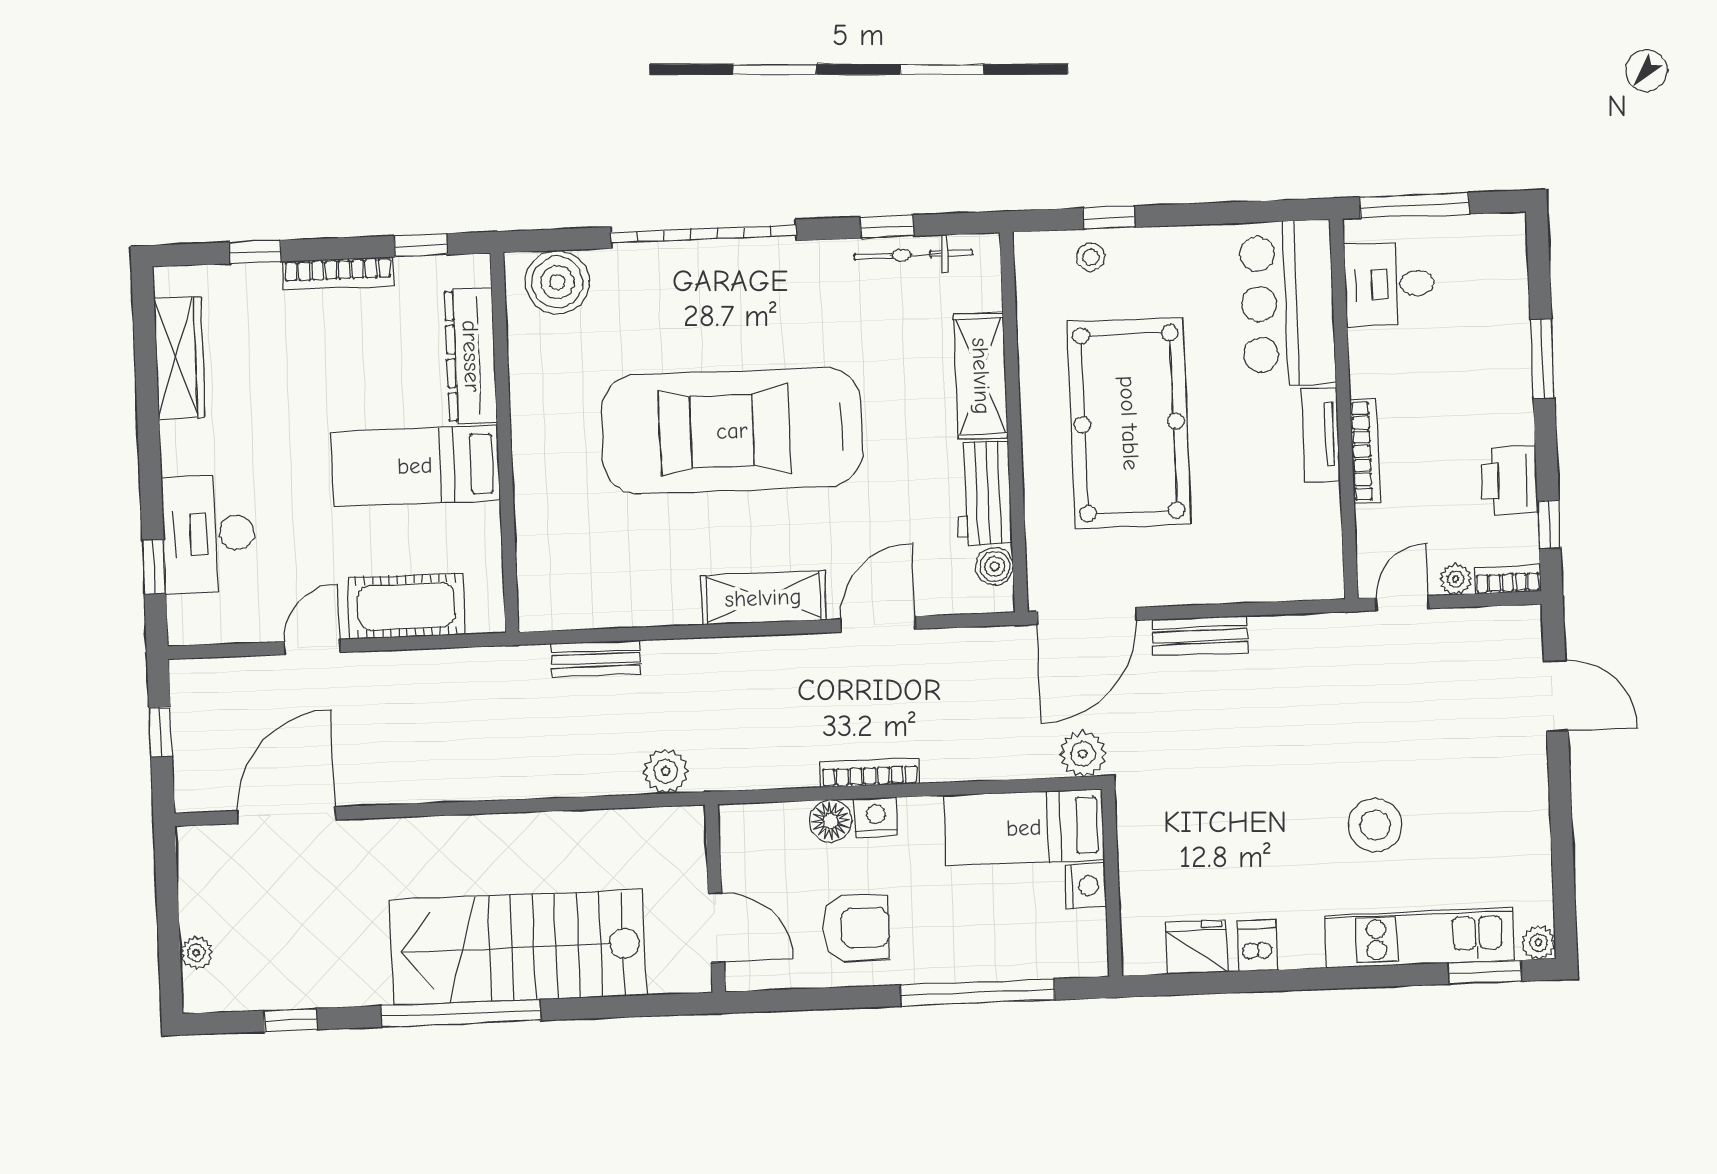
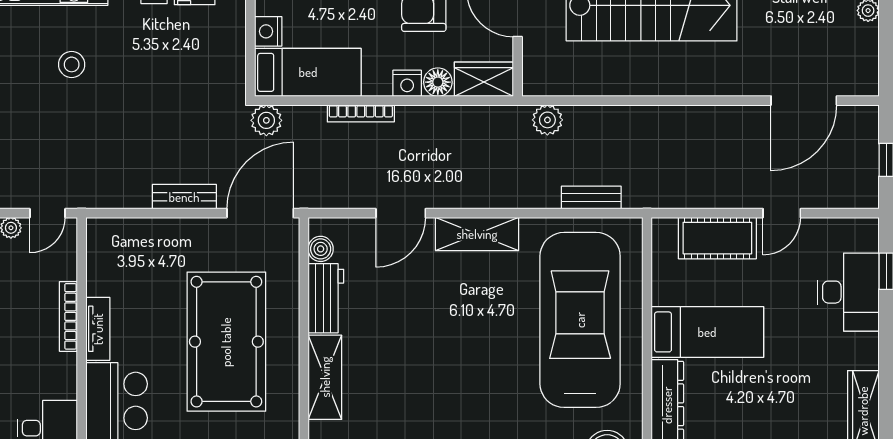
car: (732, 431) -> (580, 320), moved, turned -90
bookcase: (870, 773) -> (361, 113), moved
stool: (1375, 825) -> (72, 64), width x0.73, depth x0.73
wardrobe: (762, 828) -> (484, 79), added

